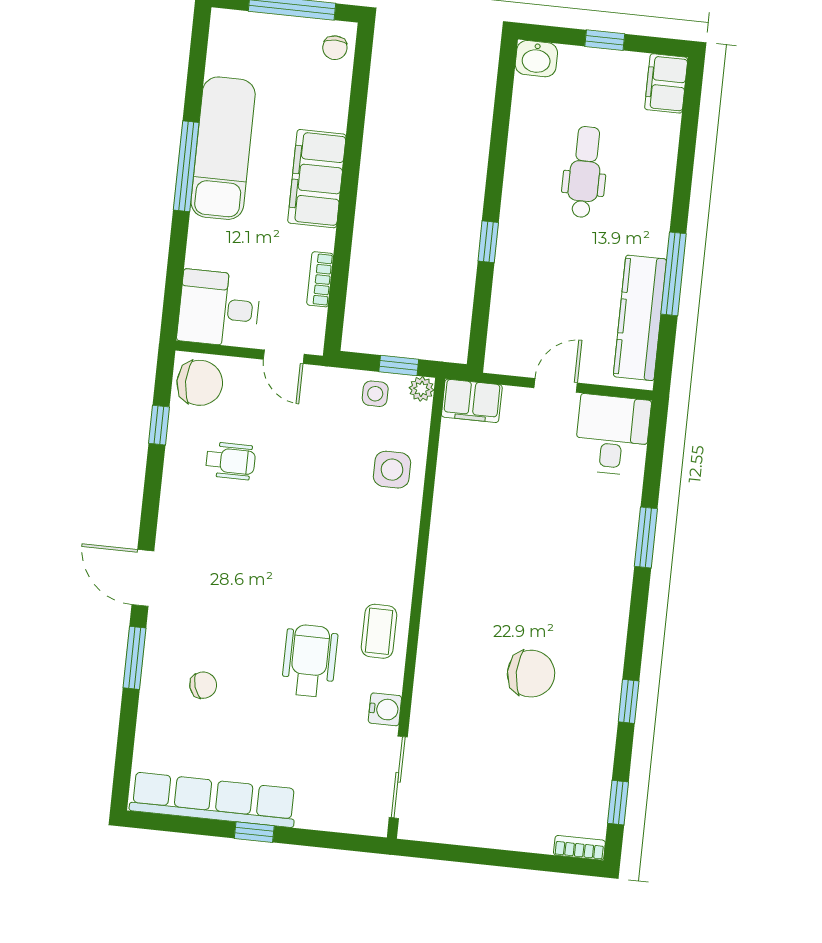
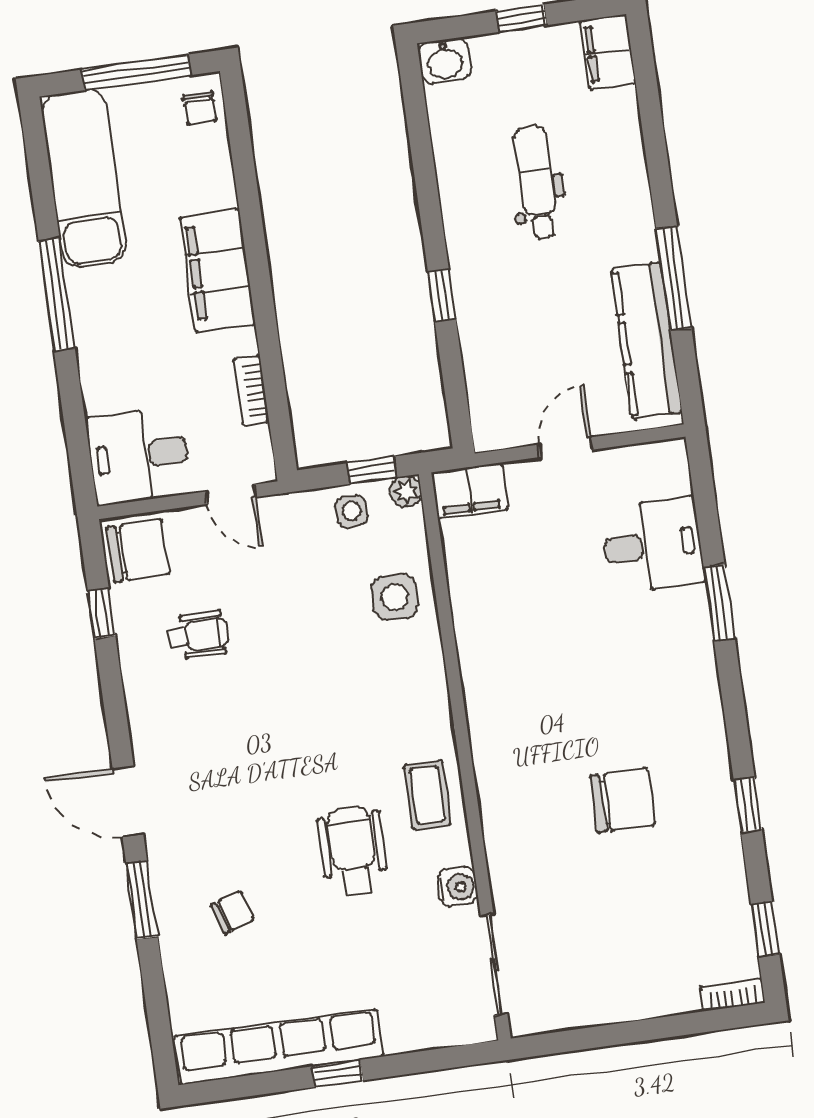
exam couch: (223, 148) -> (84, 178), moved
desk: (612, 435) -> (653, 545), moved, turned 90

